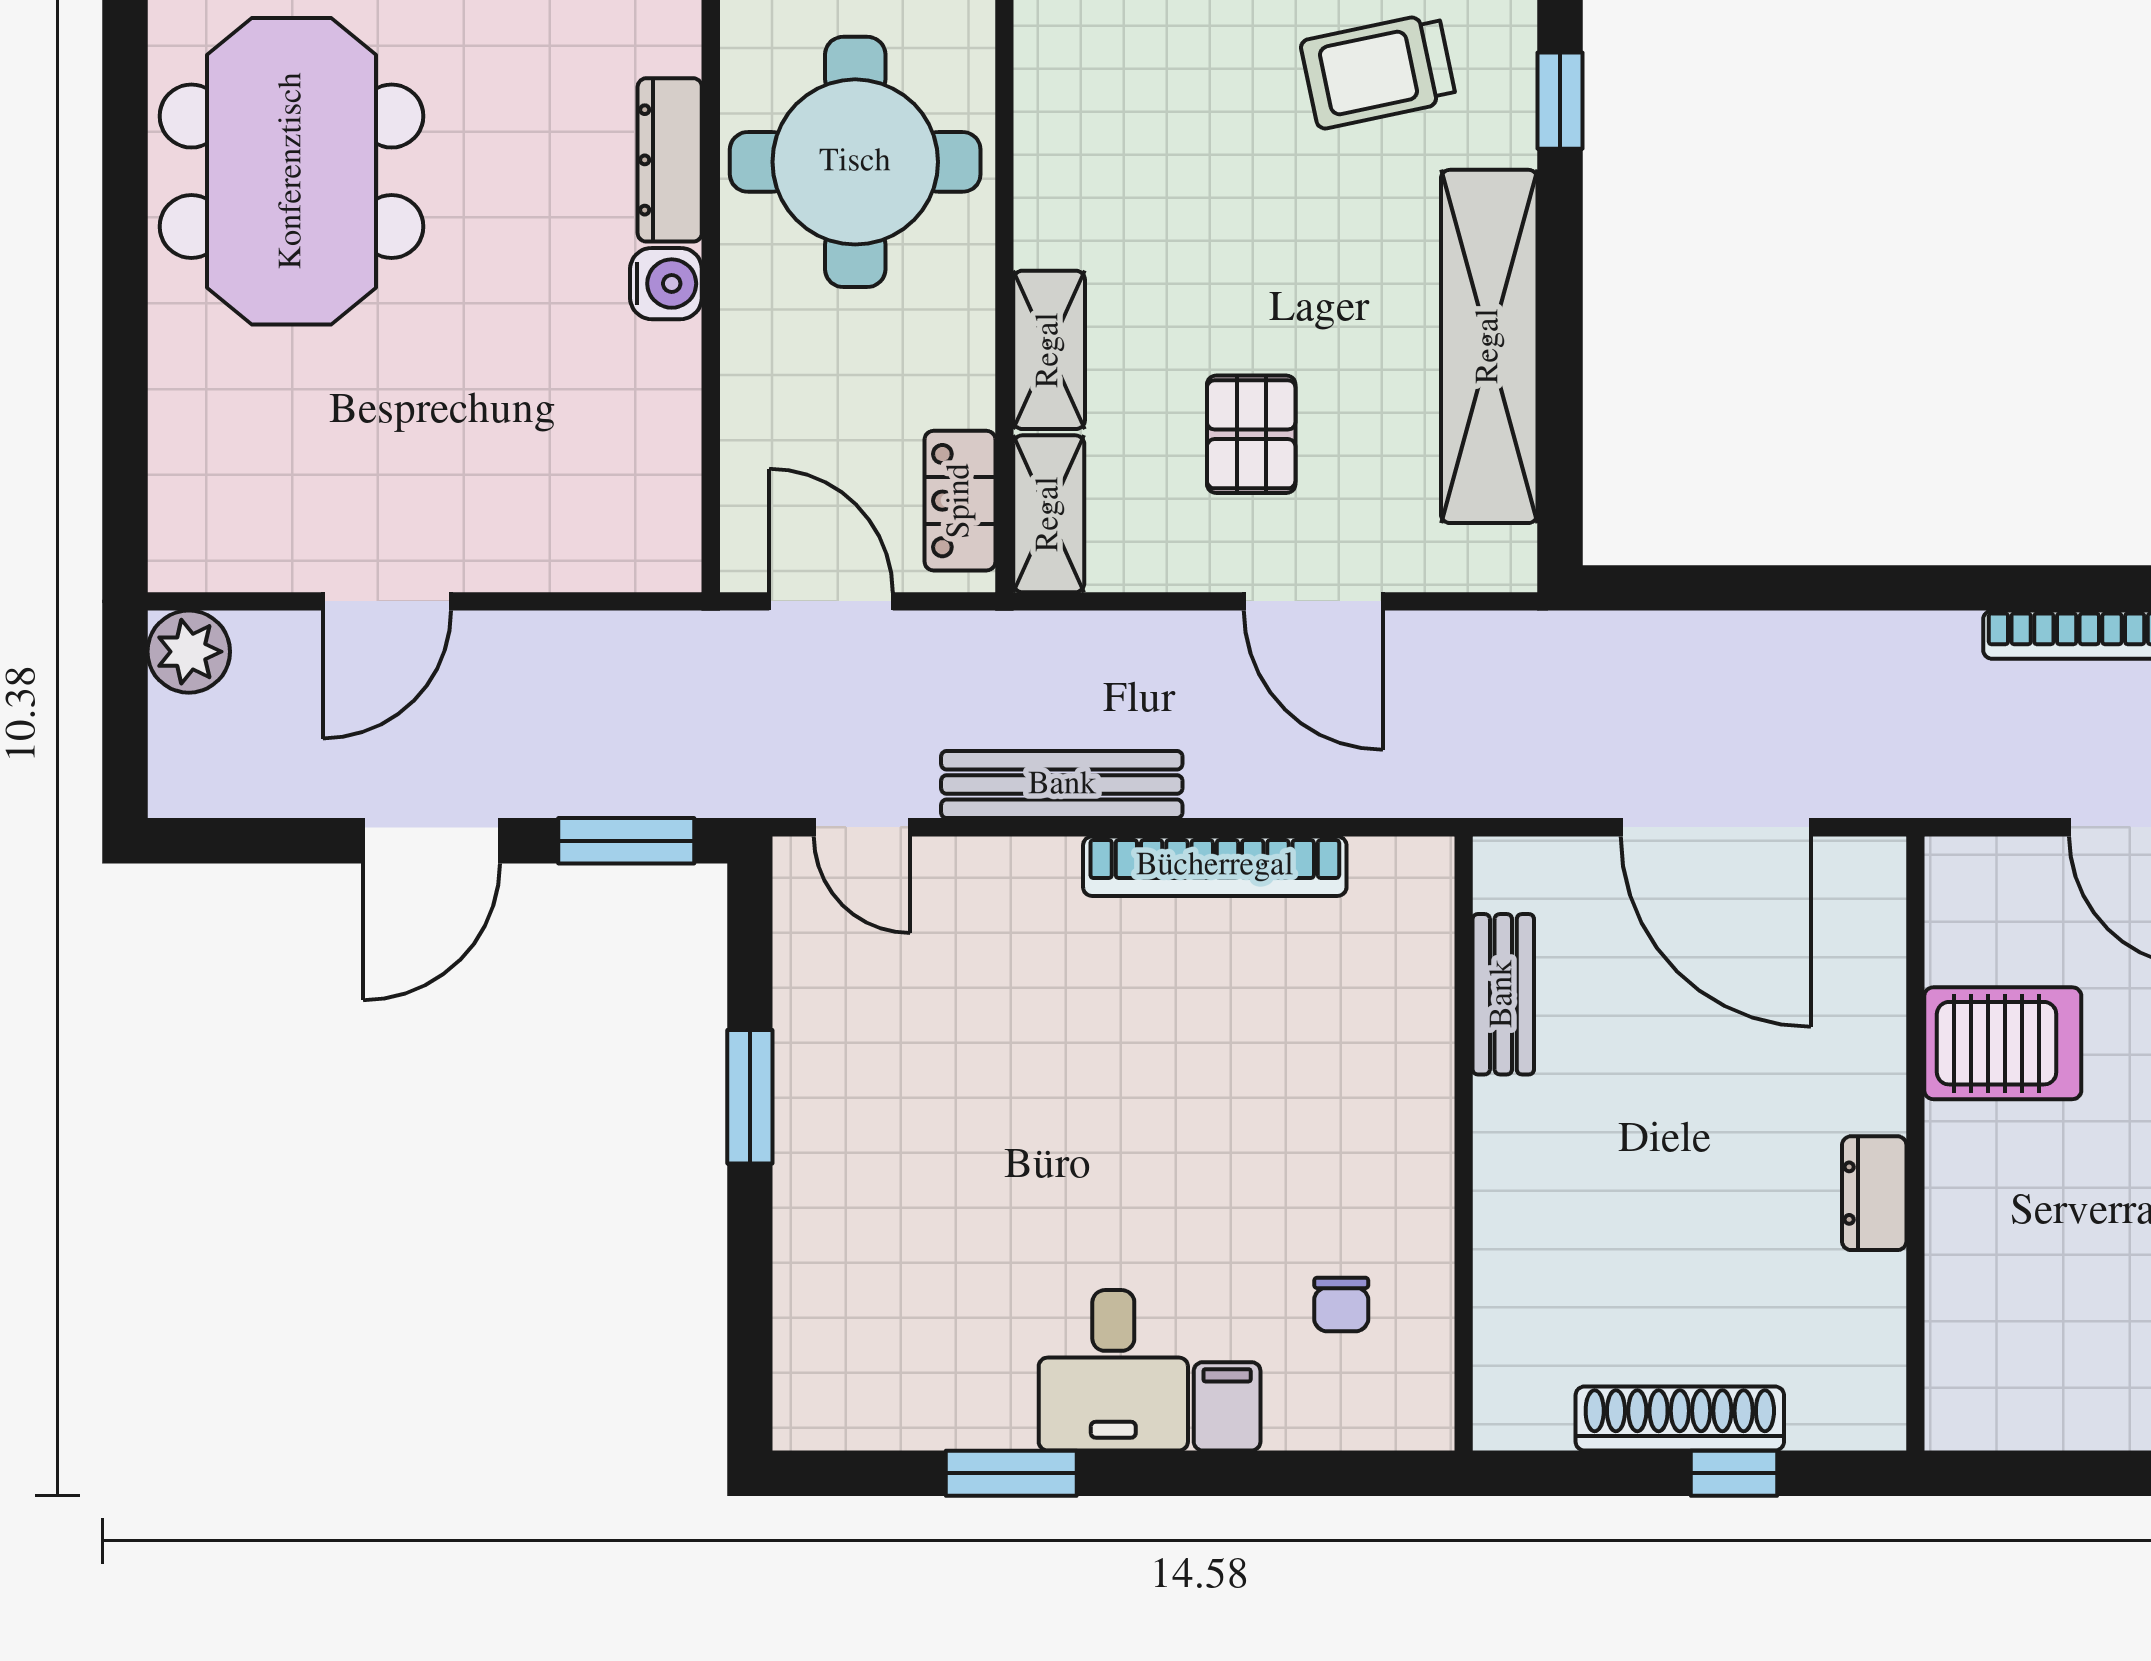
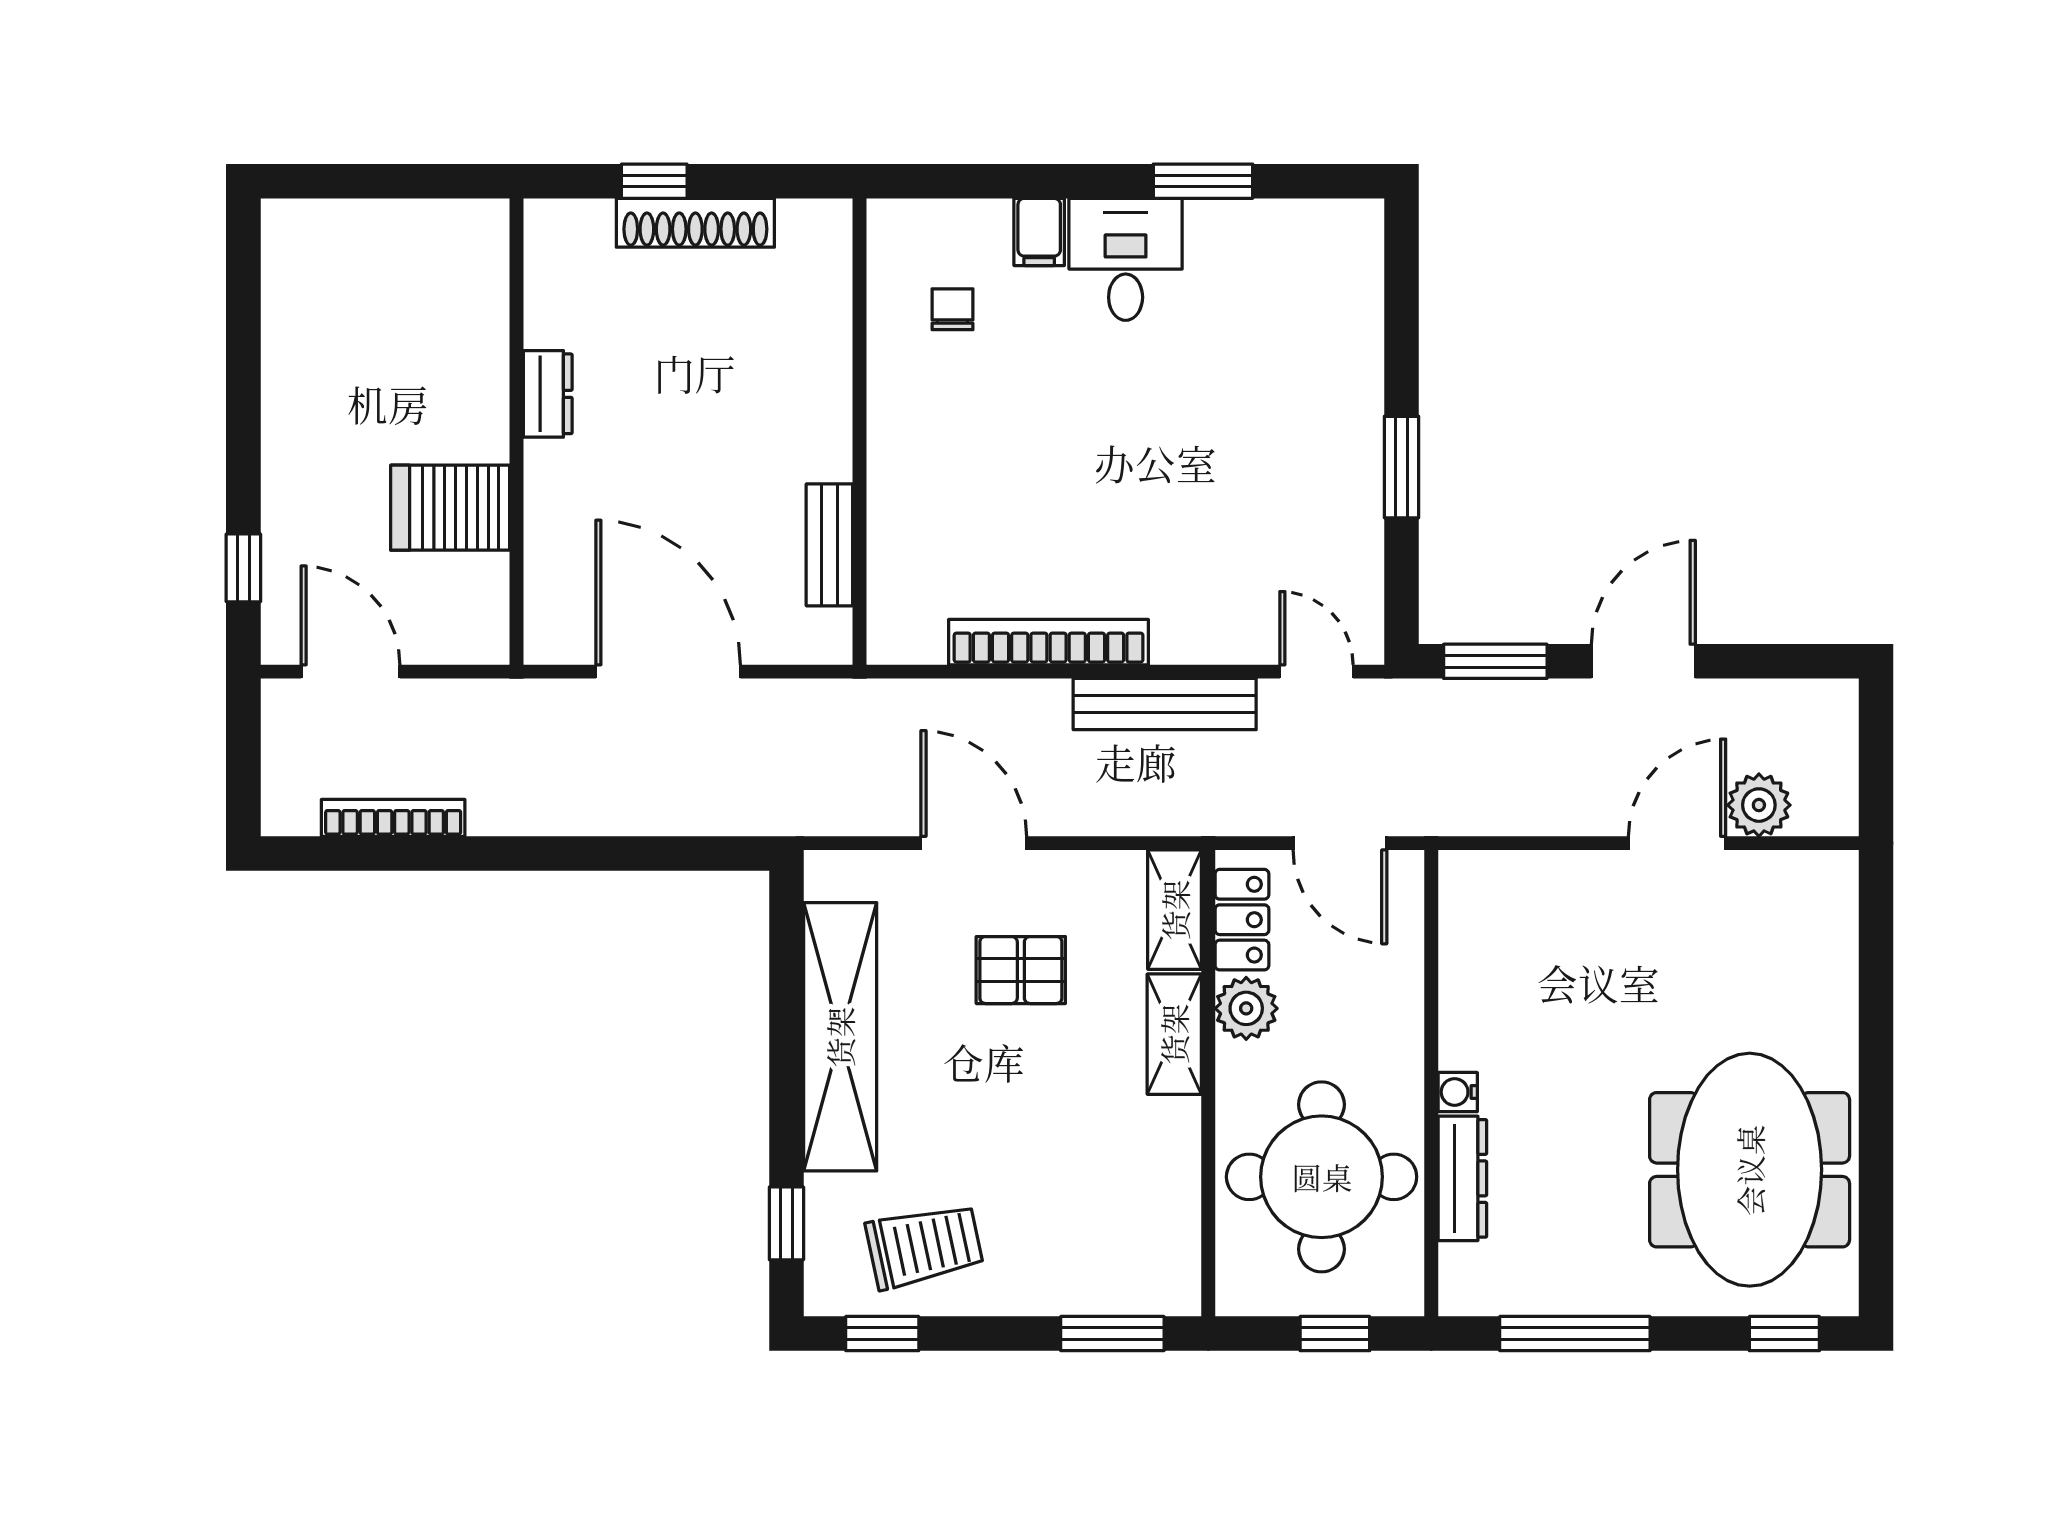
water cooler: (666, 284) -> (1458, 1092), width x0.72, depth x0.72
plant: (954, 384) -> (1246, 1008), added
pallet: (1251, 434) -> (1021, 970), turned 90
plant: (189, 652) -> (1759, 805), moved

